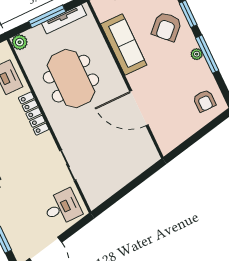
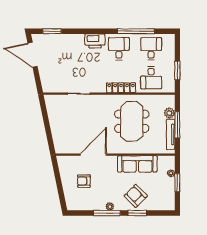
plant: (20, 42) -> (169, 113), moved
meeting table: (71, 79) -> (132, 121), turned 90
armchair: (204, 101) -> (84, 181), moved
desk: (62, 208) -> (54, 78), removed

